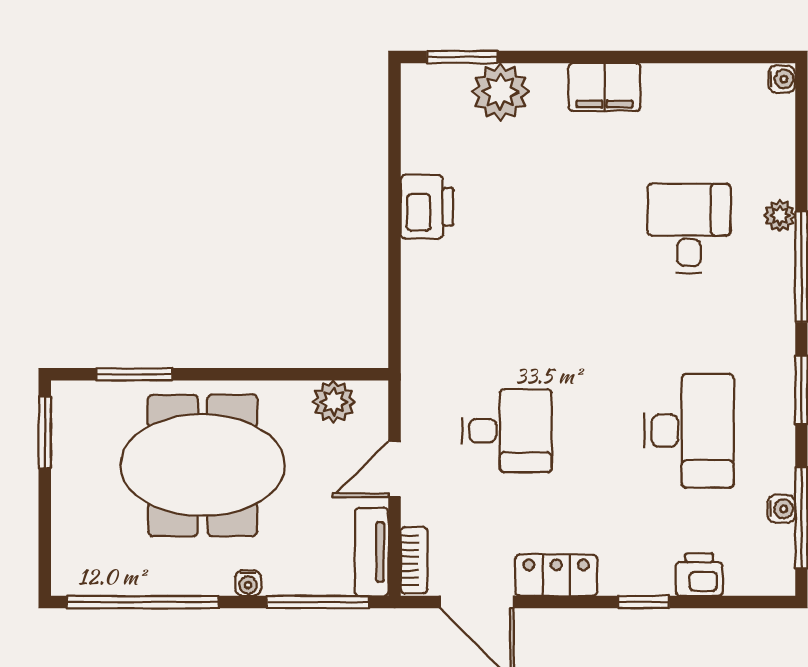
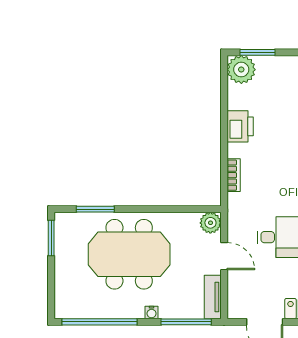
plant: (500, 92) -> (241, 70), moved
plant: (334, 402) -> (210, 223), moved
door: (395, 469) -> (224, 256), swing flipped
bookcase: (414, 560) -> (234, 175), moved

